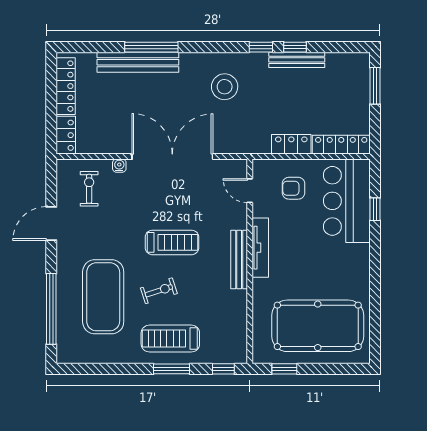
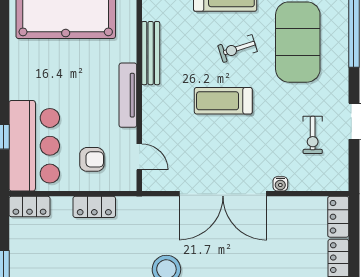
locker: (341, 145) -> (29, 207), width x0.66
exercise bike: (89, 189) -> (313, 135), moved
bench: (239, 260) -> (151, 53), moved

